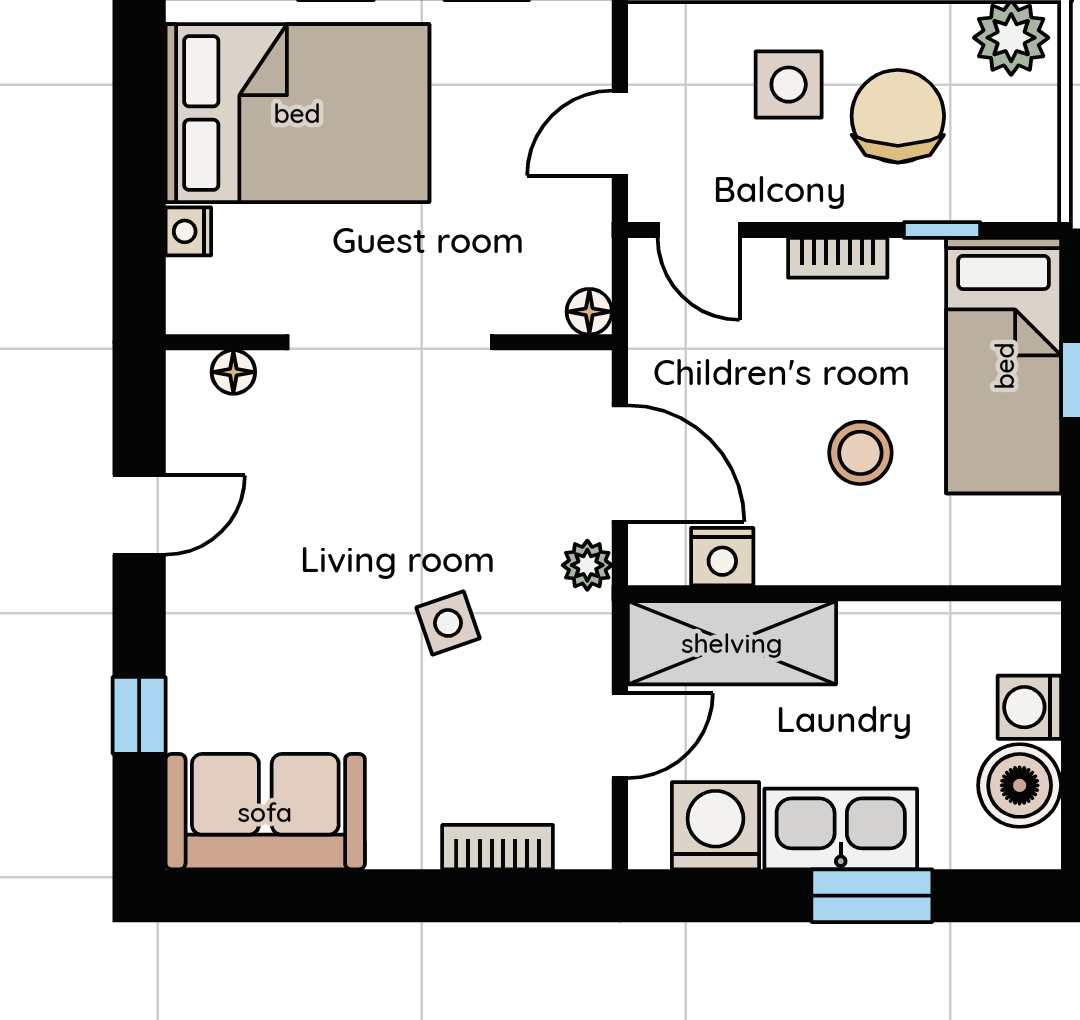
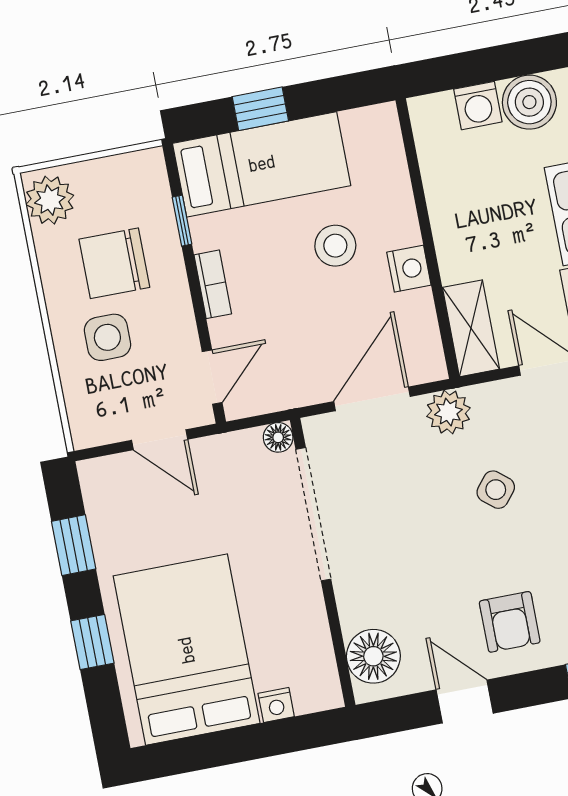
doorway: (390, 342) -> (313, 514), moved
floor lamp: (233, 372) -> (373, 656), width x1.89, depth x1.89
nightstand: (722, 557) -> (409, 269), moved
plant: (587, 565) -> (448, 412), width x1.38, depth x1.38
armchair: (246, 606) -> (510, 622), added
side table: (448, 623) -> (496, 490), turned -32
shelving: (732, 643) -> (471, 328), width x0.67, depth x0.75

